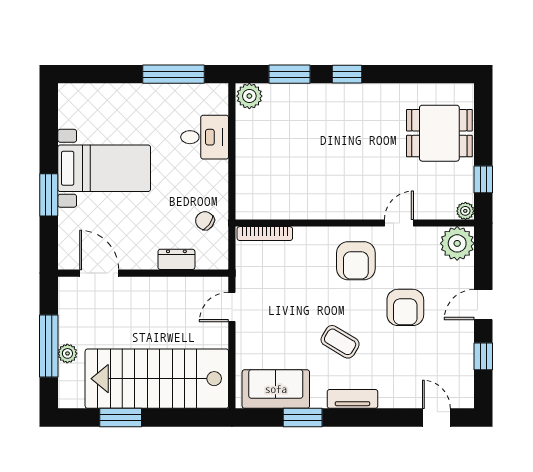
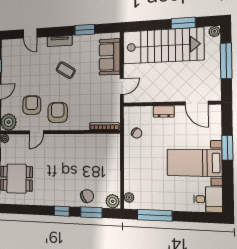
plant: (219, 104) -> (129, 197), added
chair: (298, 104) -> (87, 196), added
desk: (205, 137) -> (208, 199), moved, turned 180
dresser: (176, 259) -> (164, 111), moved
armchair: (405, 307) -> (32, 105), moved
plant: (67, 353) -> (214, 31), moved
sofa: (276, 389) -> (110, 57), moved, turned 90
door: (436, 418) -> (30, 33), moved

